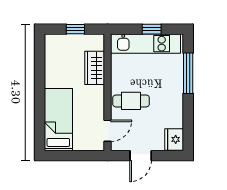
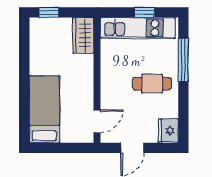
window: (75, 29) -> (49, 12), moved
wardrobe: (95, 68) -> (83, 35), moved
cafe table: (131, 101) -> (152, 84), moved

